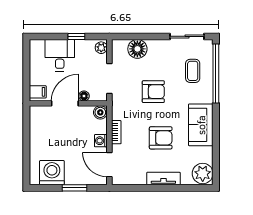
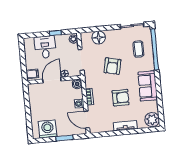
armchair: (153, 92) -> (112, 66), turned 103

